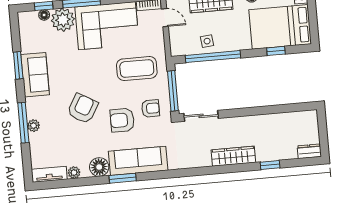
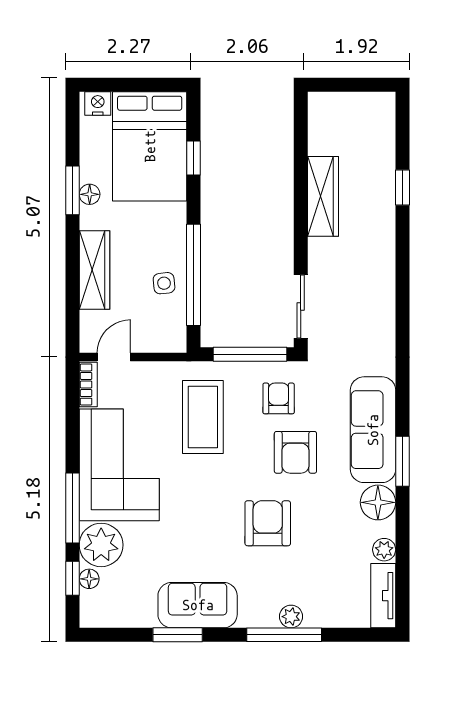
armchair: (83, 109) -> (268, 523), turned 60
dresser: (309, 151) -> (383, 113), removed
wardrobe: (233, 156) -> (323, 196), moved, turned 180

